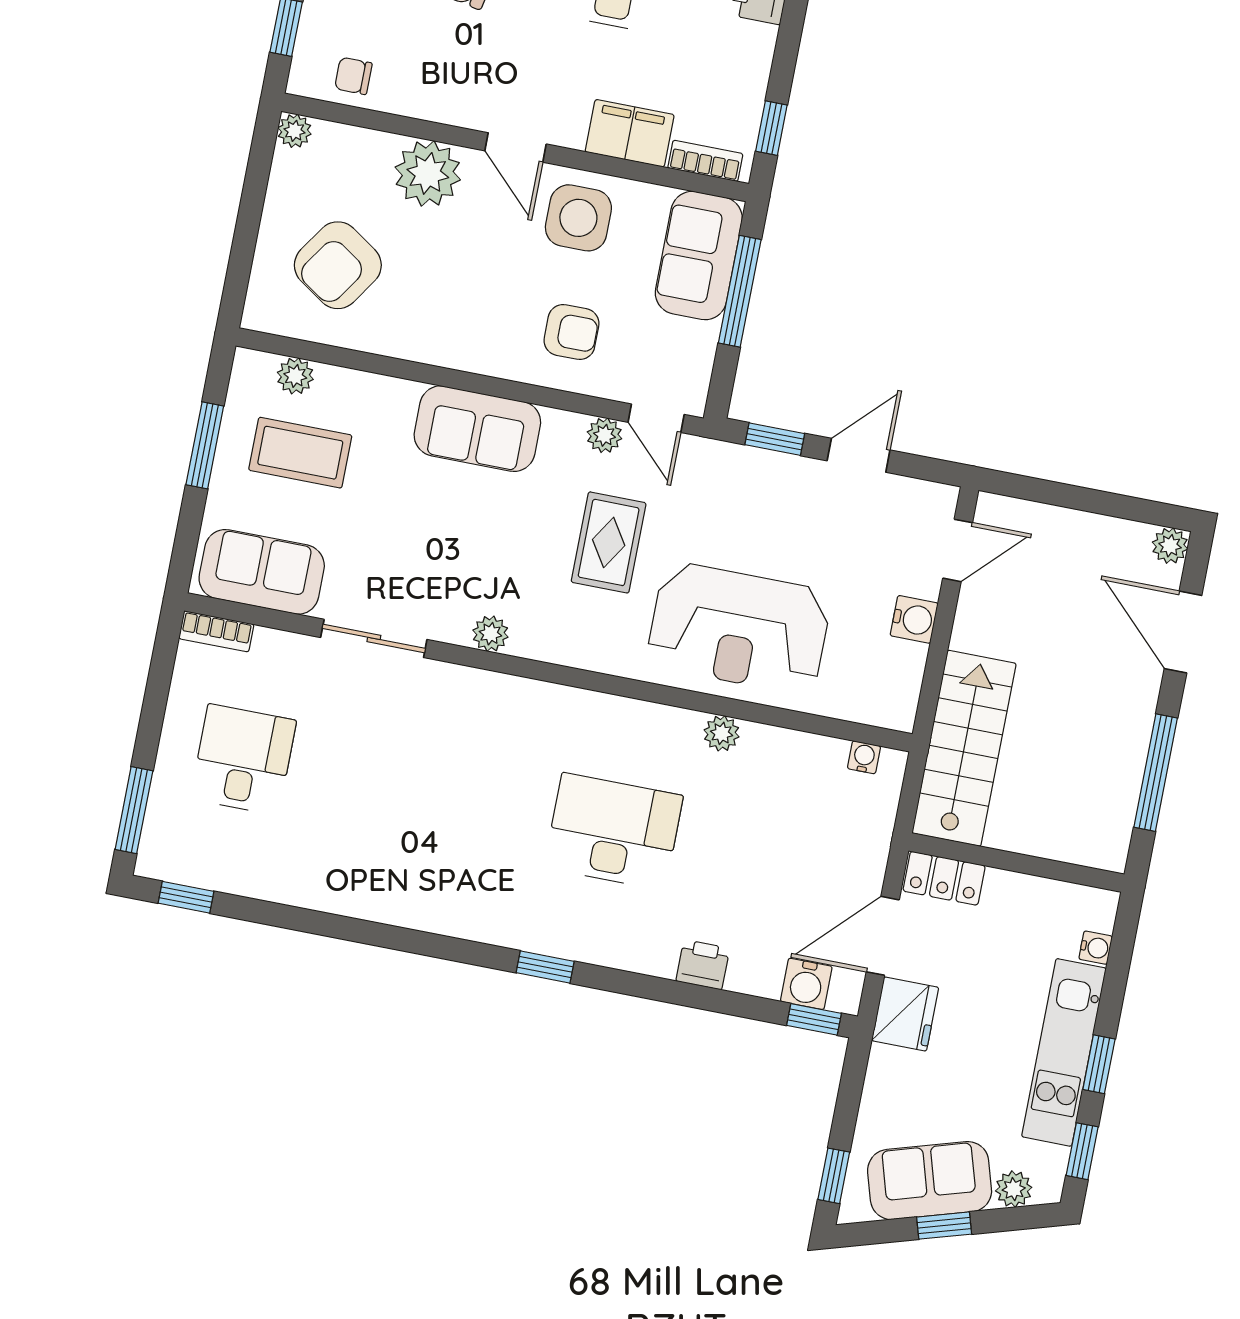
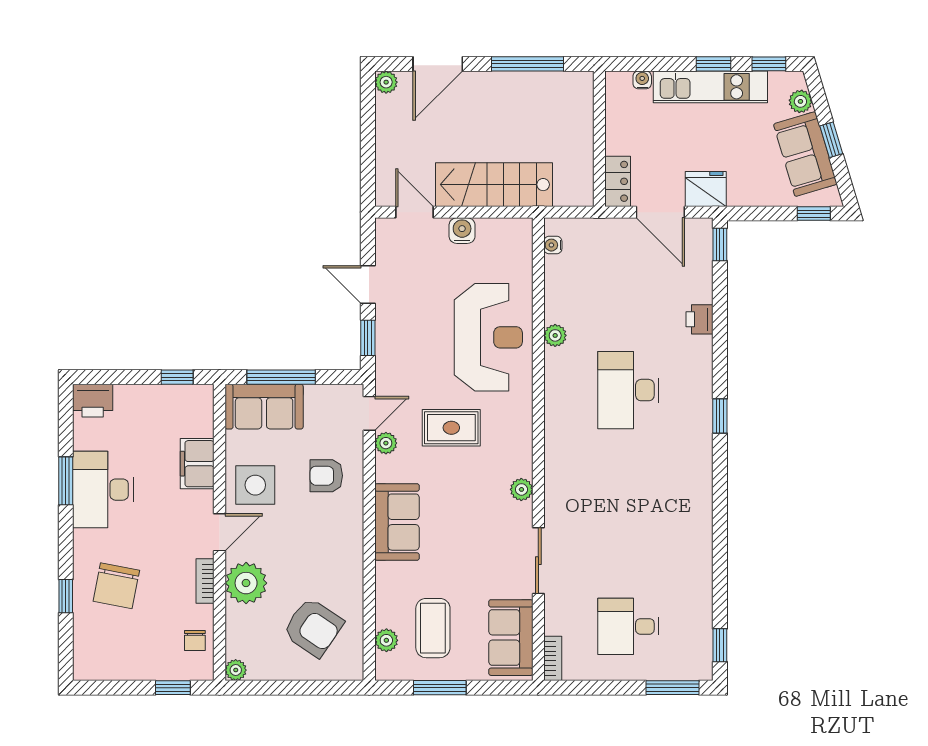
bookcase: (705, 161) -> (205, 581), moved
armchair: (571, 332) -> (326, 476), turned -90
stairs: (964, 748) -> (494, 185), moved
water cooler: (806, 984) -> (699, 253), removed

